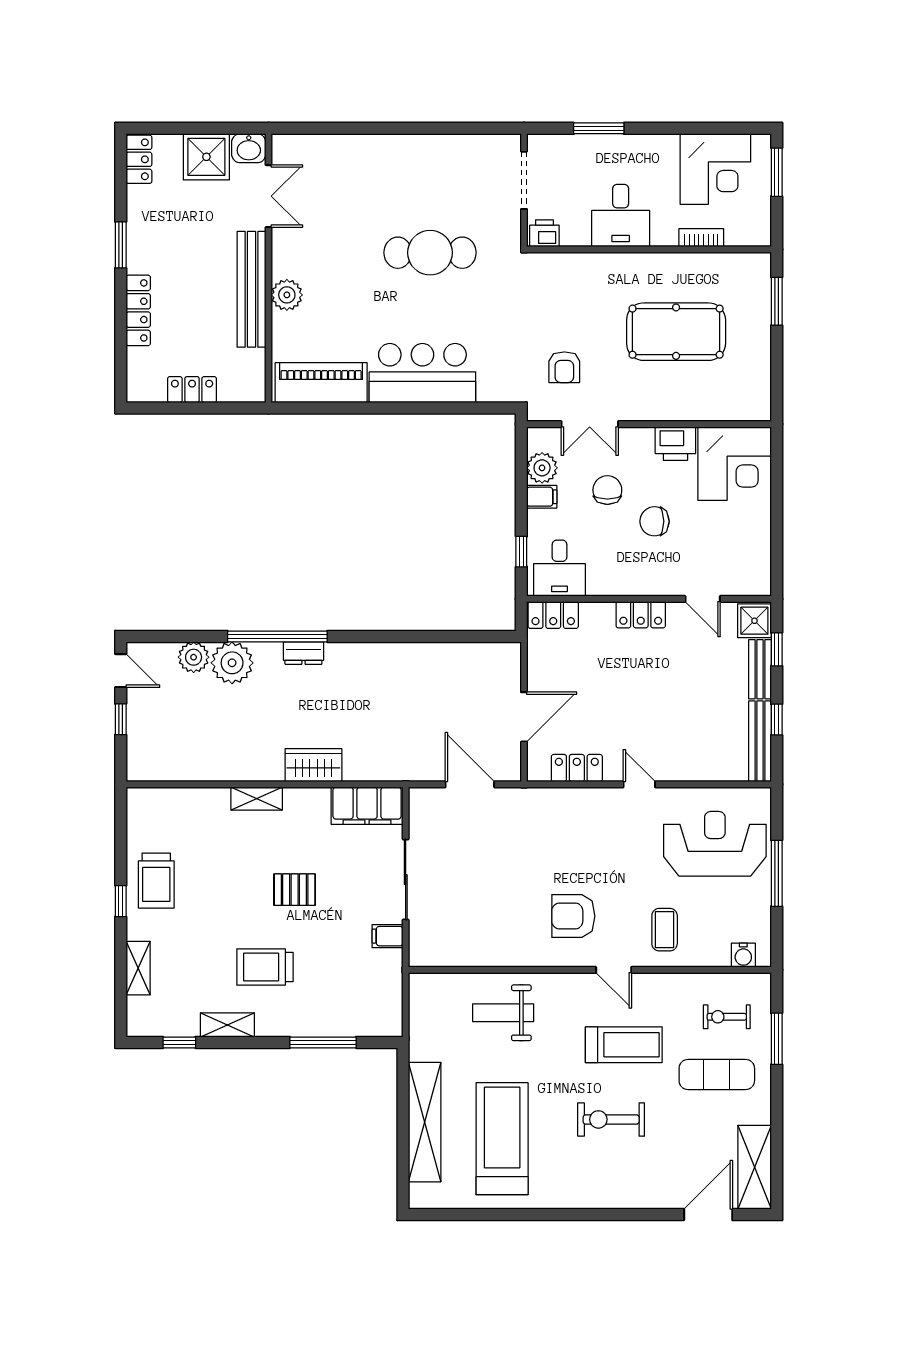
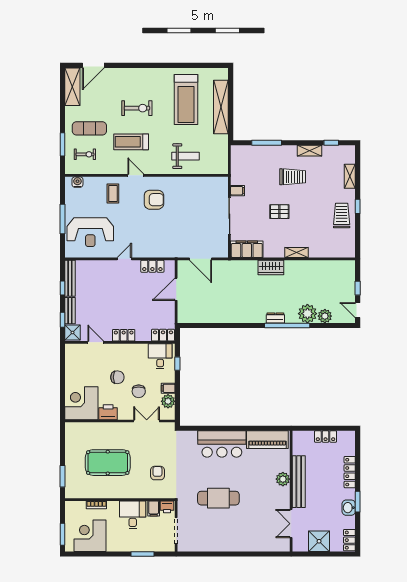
washbasin: (249, 148) -> (349, 508), moved, turned -90
filing cabinet: (574, 230) -> (154, 508), added
armchair: (564, 367) -> (157, 473), moved
door: (639, 784) -> (124, 259), swing flipped

